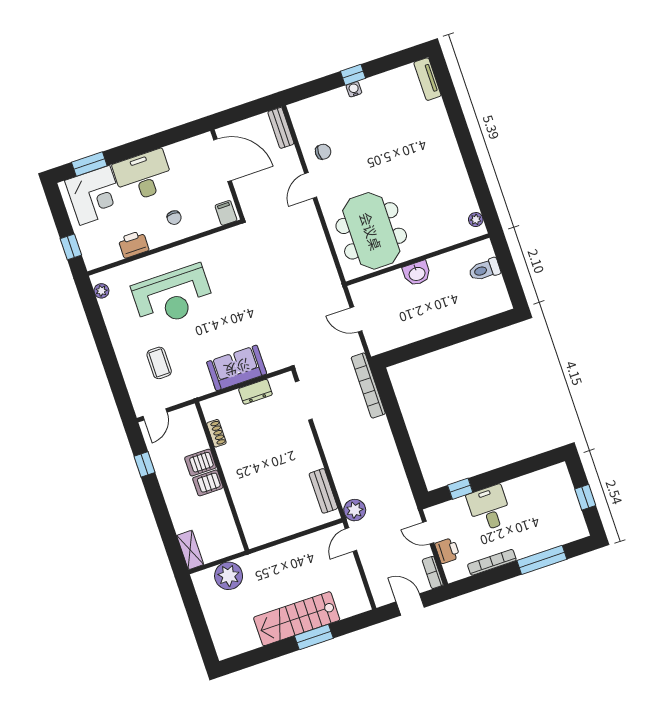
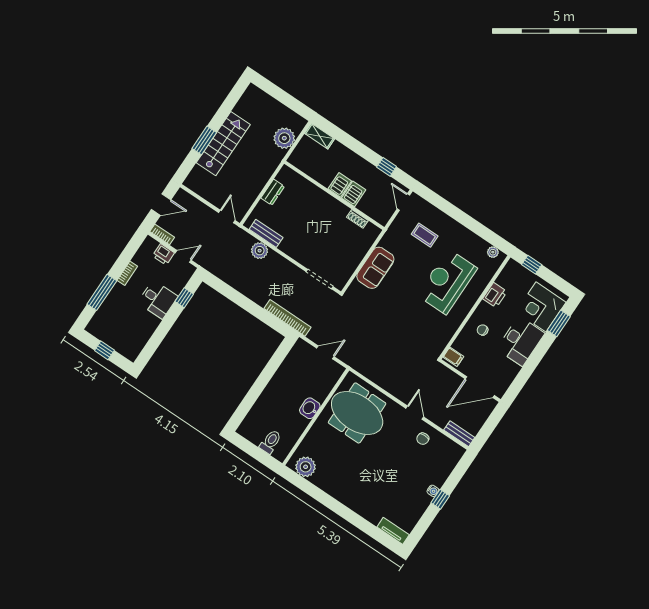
plant: (476, 220) -> (306, 467), width x1.88, depth x1.88
dresser: (255, 392) -> (273, 192), moved, turned 180
plant: (355, 510) -> (260, 251), moved
bookcase: (492, 562) -> (127, 273), width x0.64

